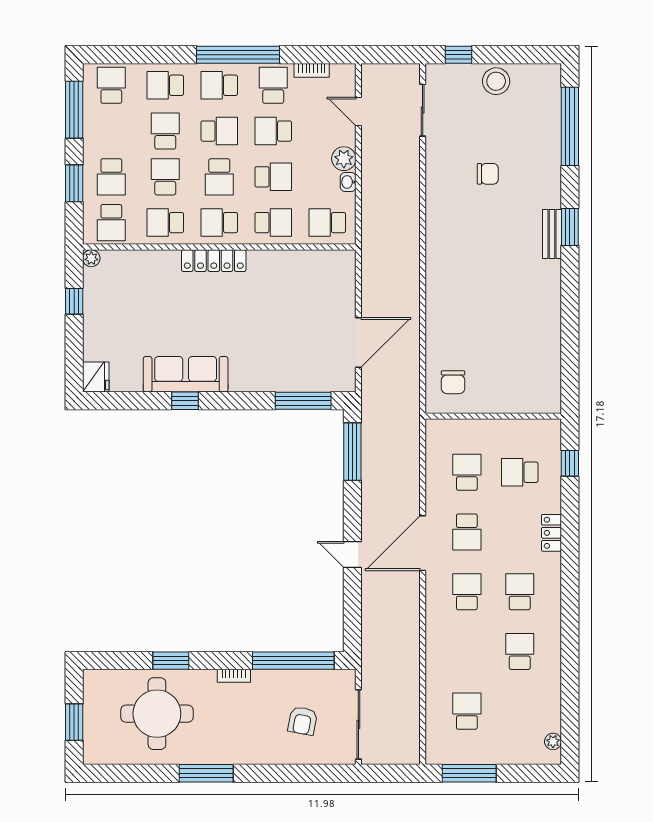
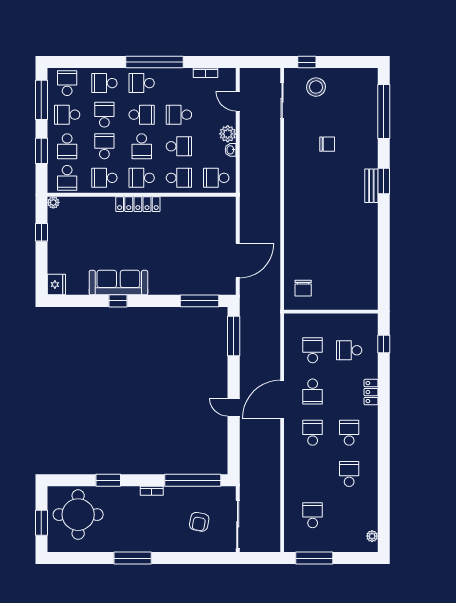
stool: (496, 81) -> (316, 87), moved
school desk: (273, 85) -> (67, 115), moved, turned -90
round table: (157, 714) -> (78, 515), moved

